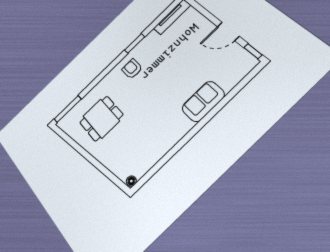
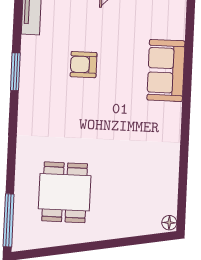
armchair: (132, 69) -> (84, 65), moved

